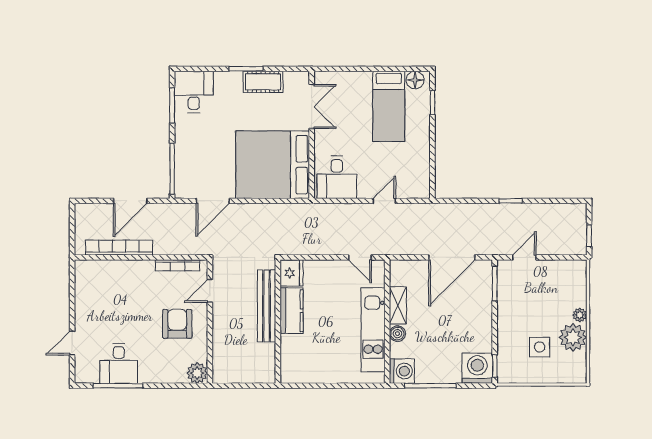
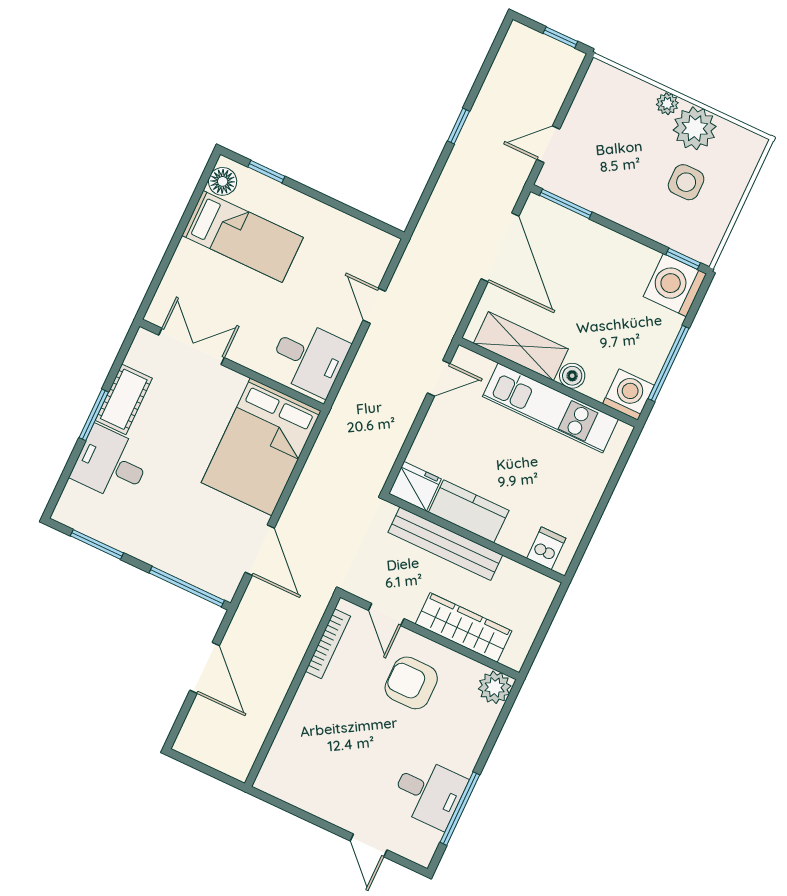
desk: (194, 92) -> (111, 464), moved
bed: (273, 165) -> (261, 447), width x0.73
bookcase: (119, 248) -> (264, 715), removed
door: (524, 257) -> (548, 144), hinge flipped
shelving: (398, 305) -> (521, 346), width x1.50, depth x1.33
wardrobe: (223, 339) -> (464, 627), added
dishwasher: (291, 365) -> (546, 548), added

